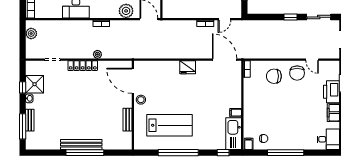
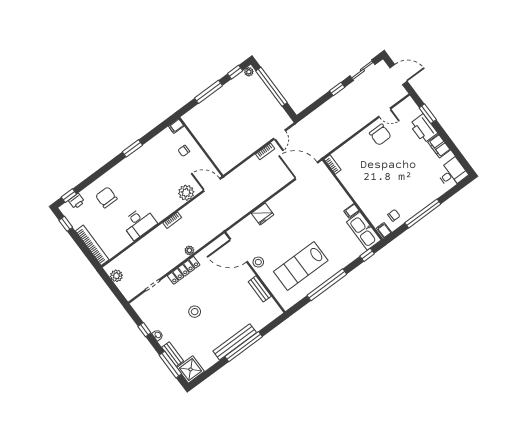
fridge: (188, 67) -> (263, 214), moved
chair: (274, 76) -> (362, 153), removed
shower: (35, 84) -> (191, 369), moved
stool: (68, 101) -> (195, 312), added
lab bench: (169, 125) -> (301, 266), turned 180

